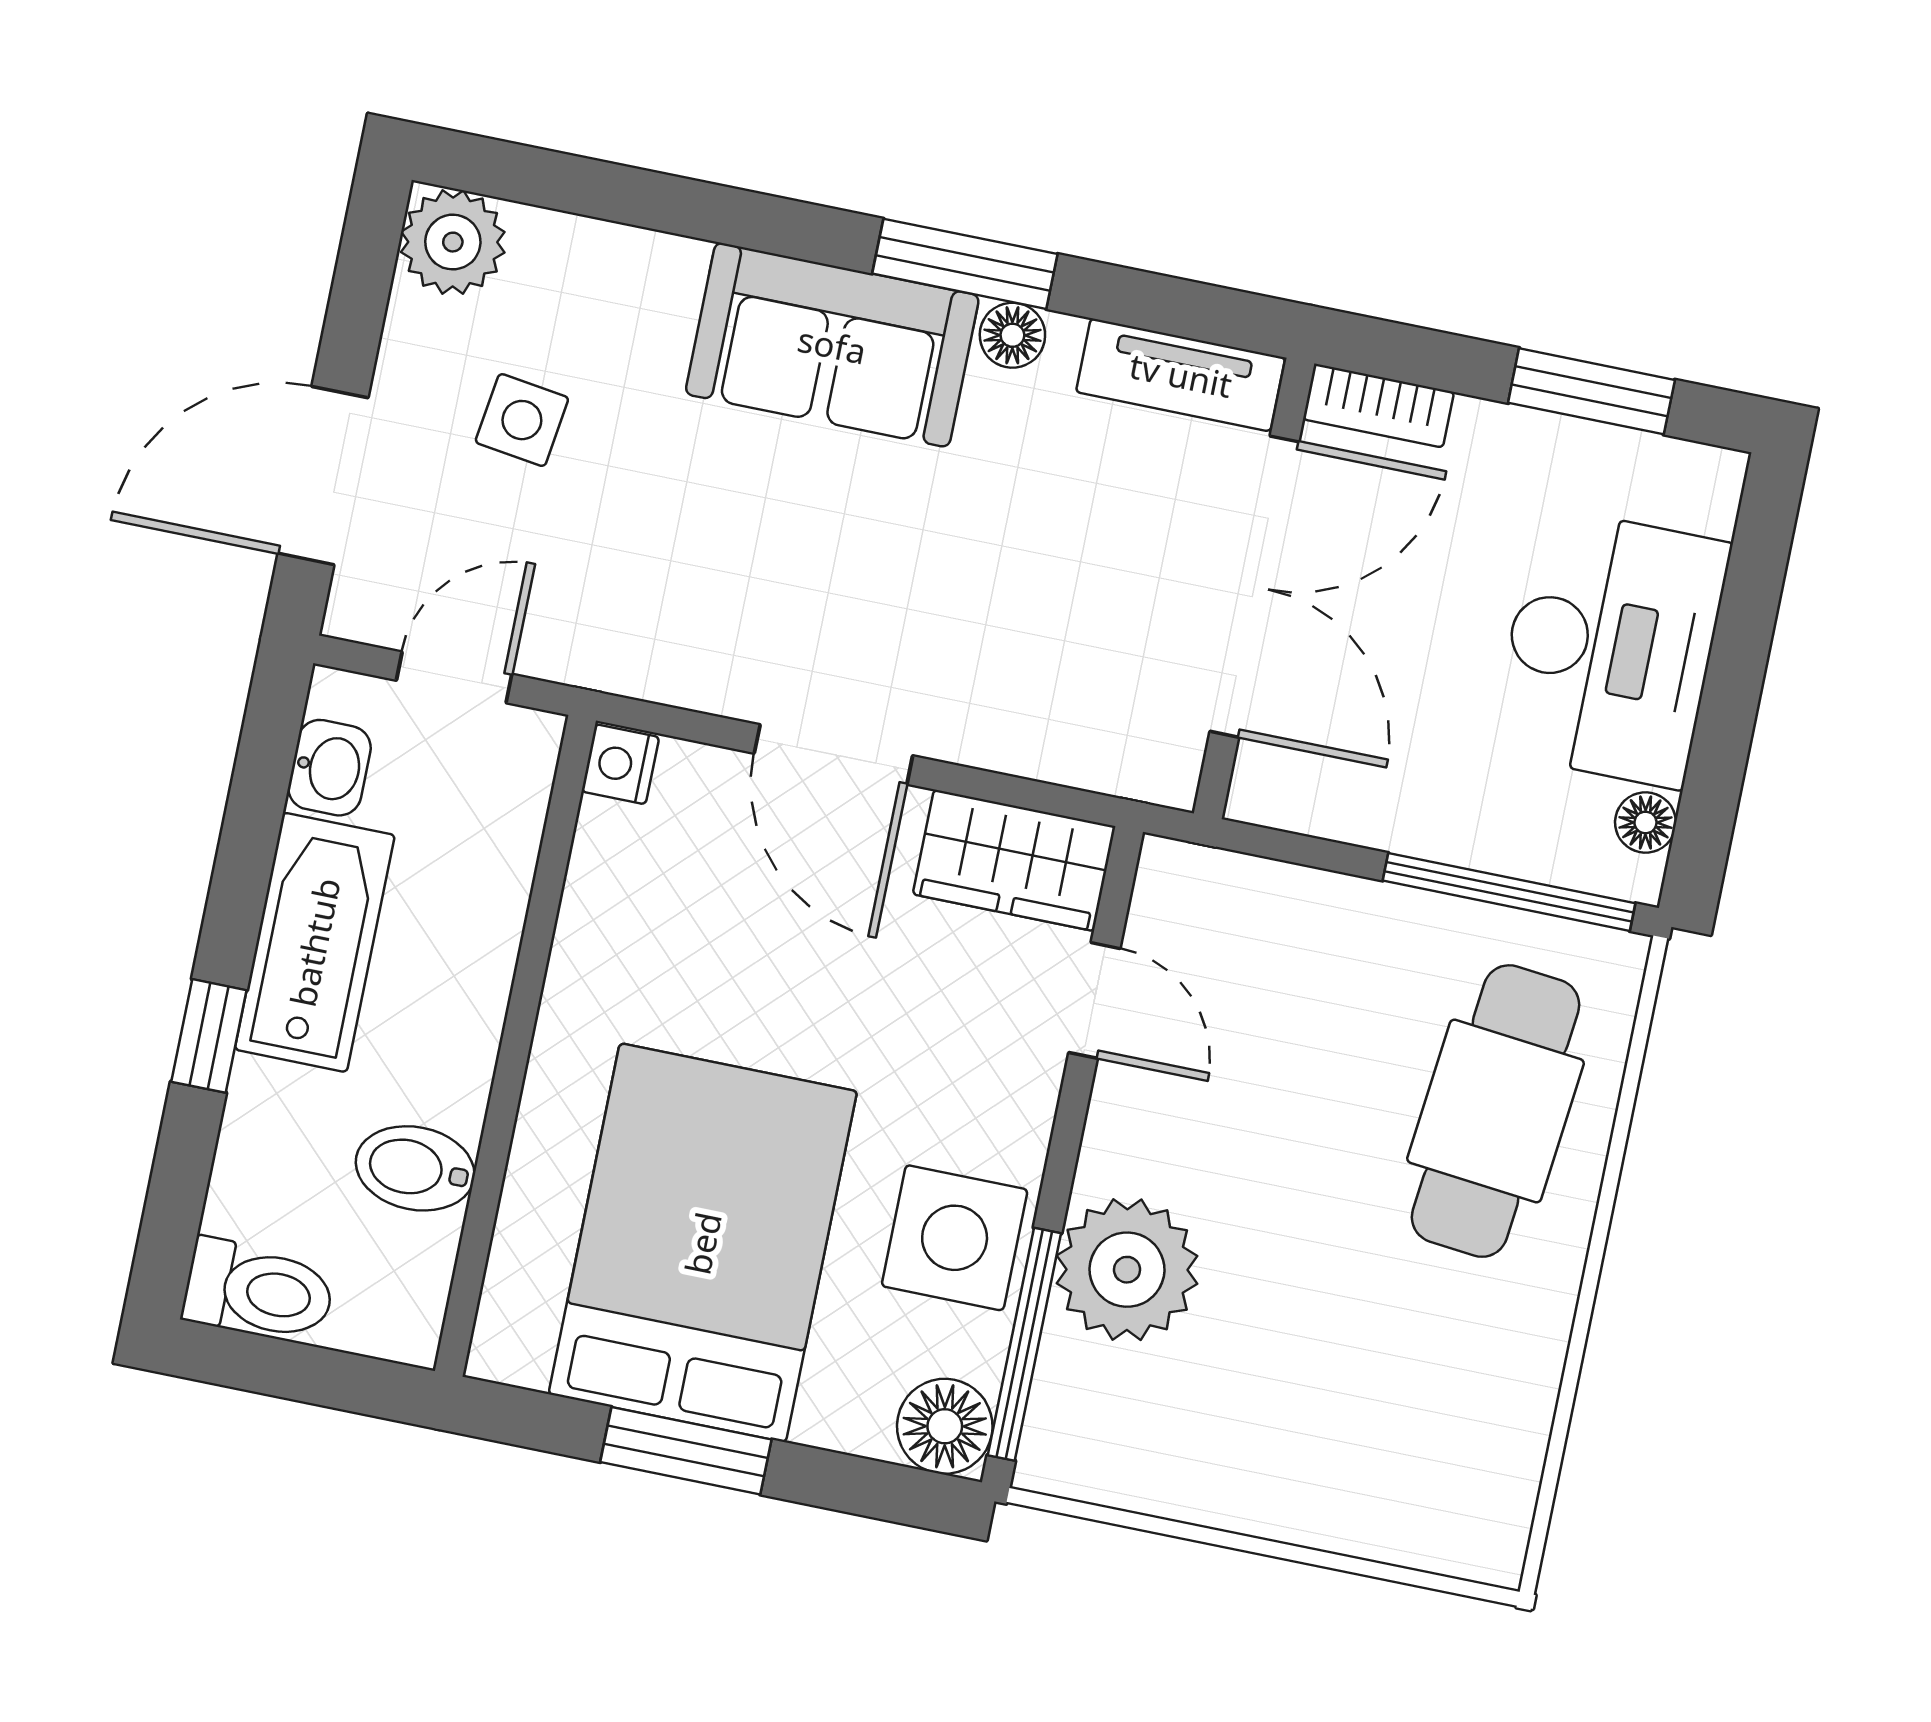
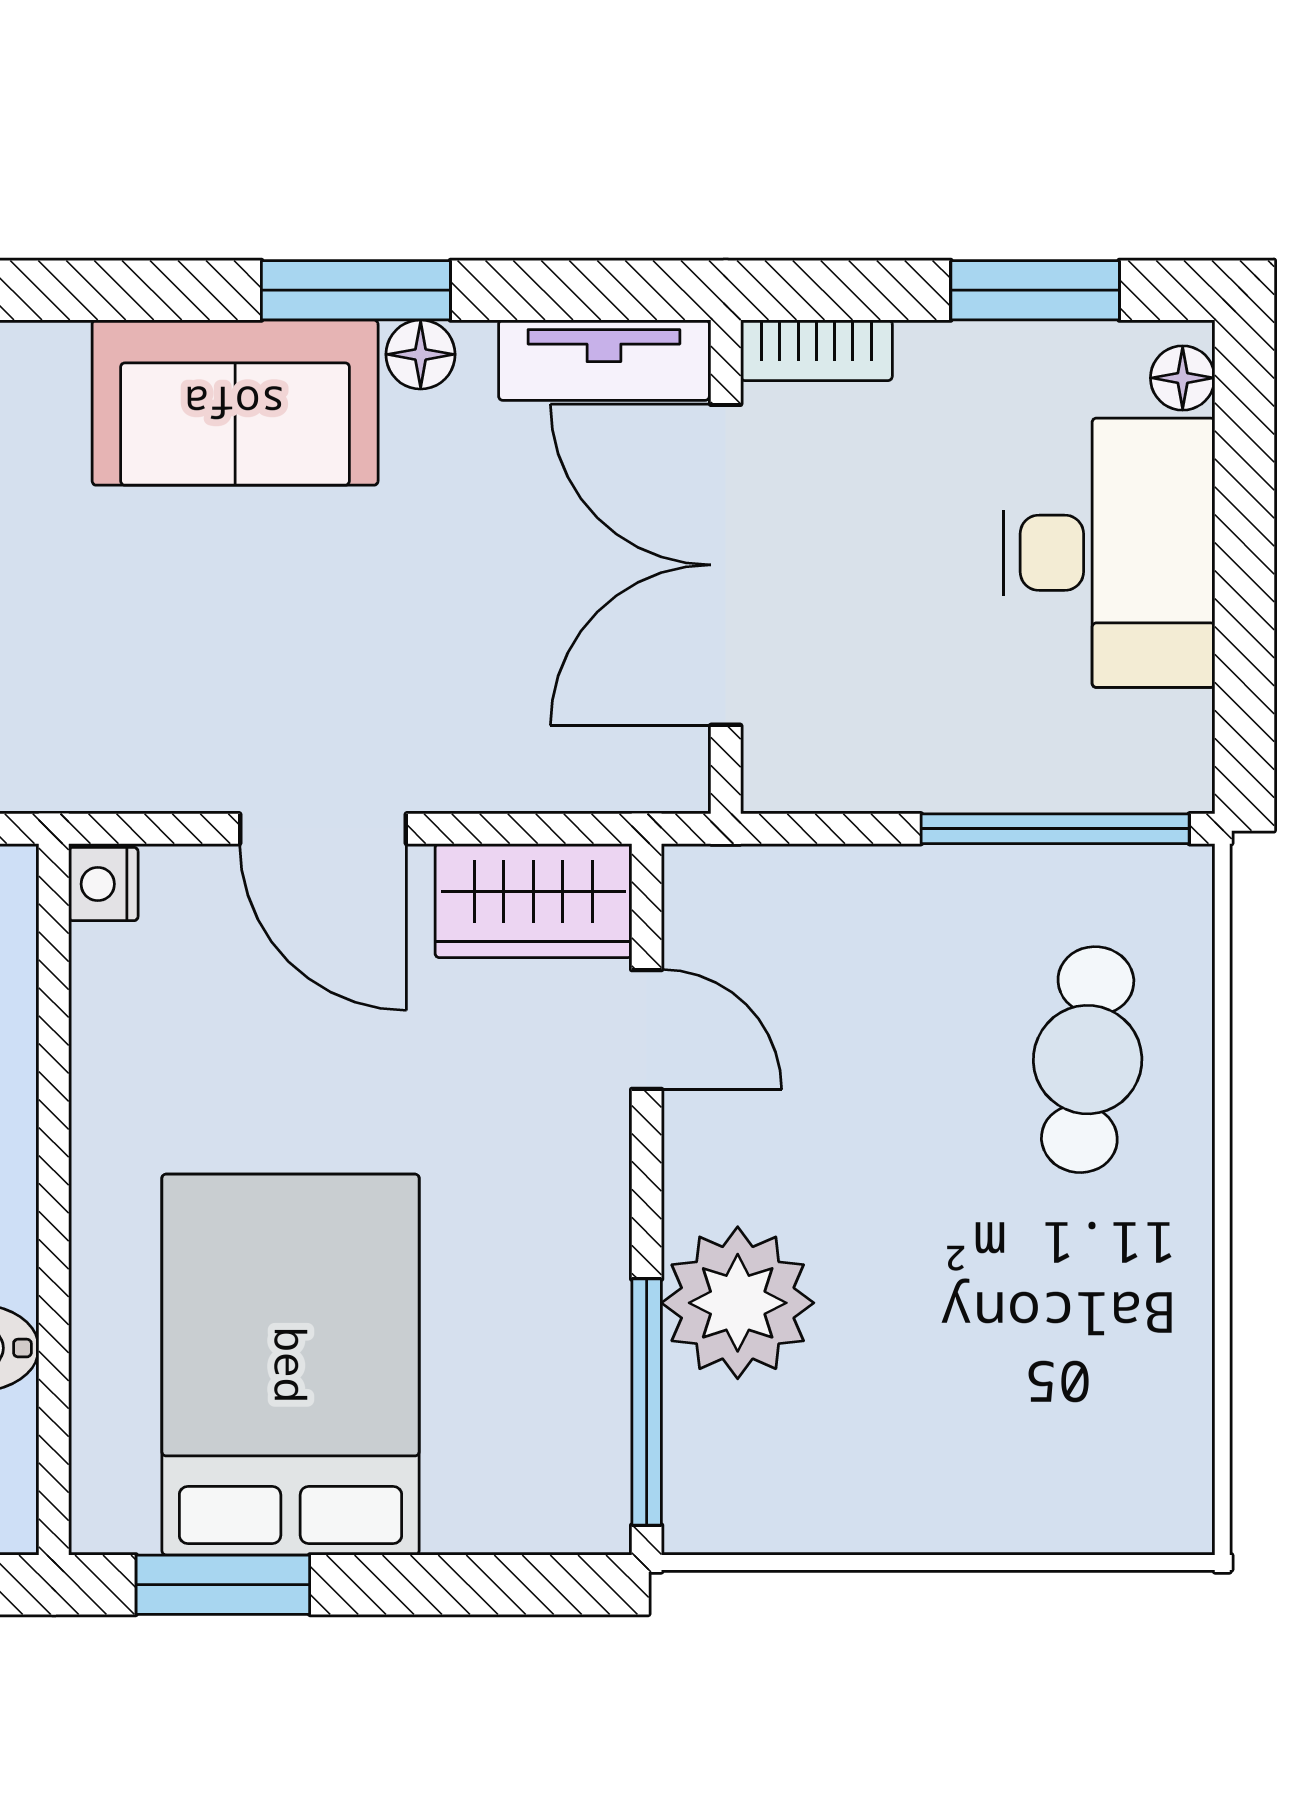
double door: (1254, 587) -> (726, 565), swing flipped
floor lamp: (1645, 822) -> (1183, 378), moved
cafe table: (1496, 1111) -> (1088, 1060), width x0.73, depth x0.74
side table: (955, 1238) -> (551, 1306), removed
floor lamp: (945, 1426) -> (581, 1504), removed
window: (686, 1451) -> (223, 1585), moved

